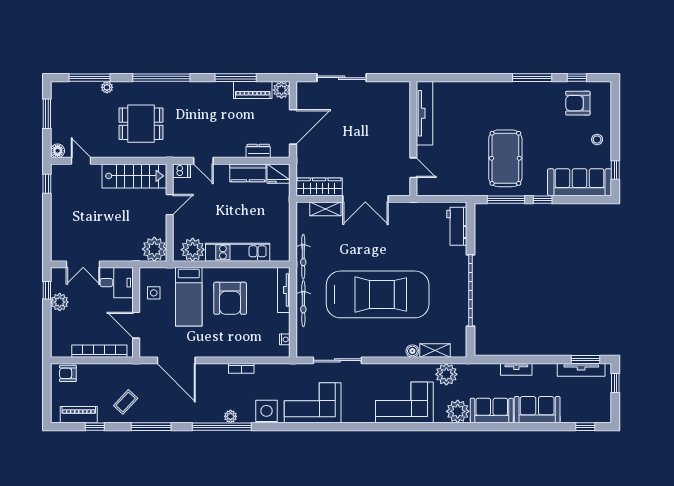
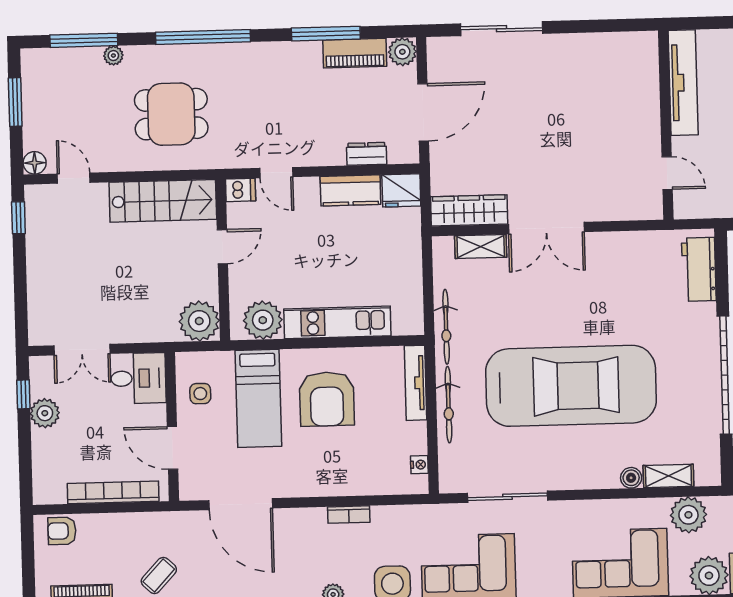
tv unit: (425, 113) -> (683, 83), moved
wall: (413, 139) -> (666, 125), moved
door: (413, 168) -> (667, 173), moved

